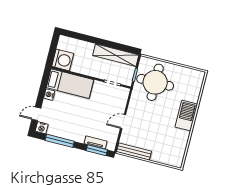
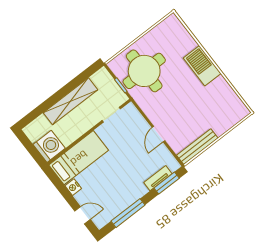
shelving: (116, 55) -> (71, 101), moved
door: (36, 114) -> (82, 215), swing flipped
nightstand: (42, 128) -> (101, 221), removed

